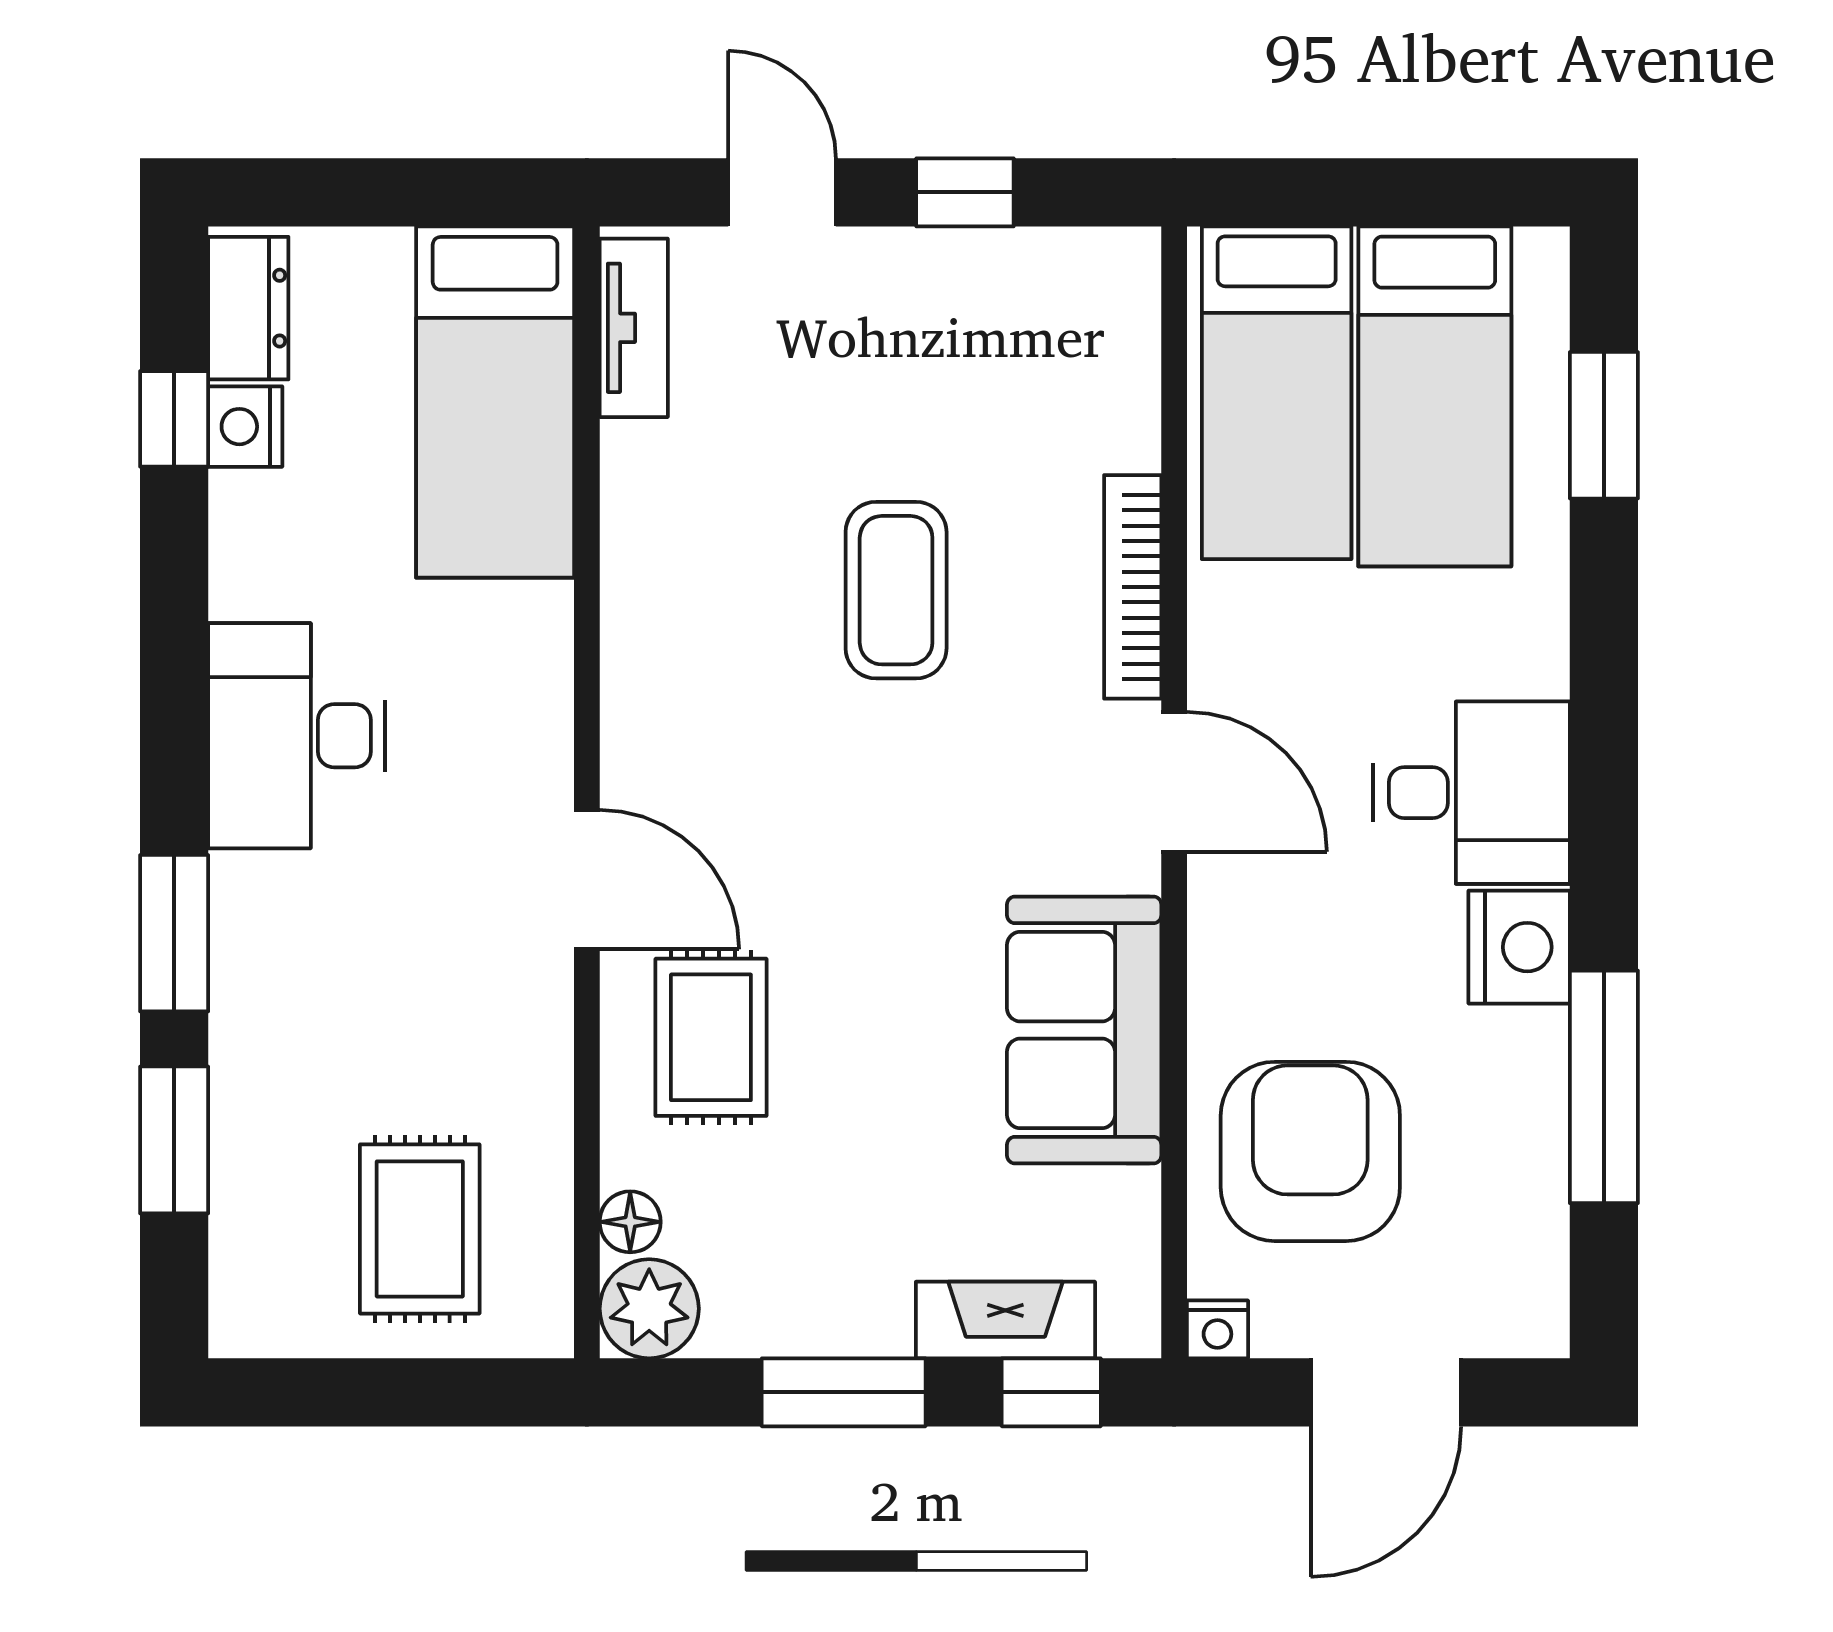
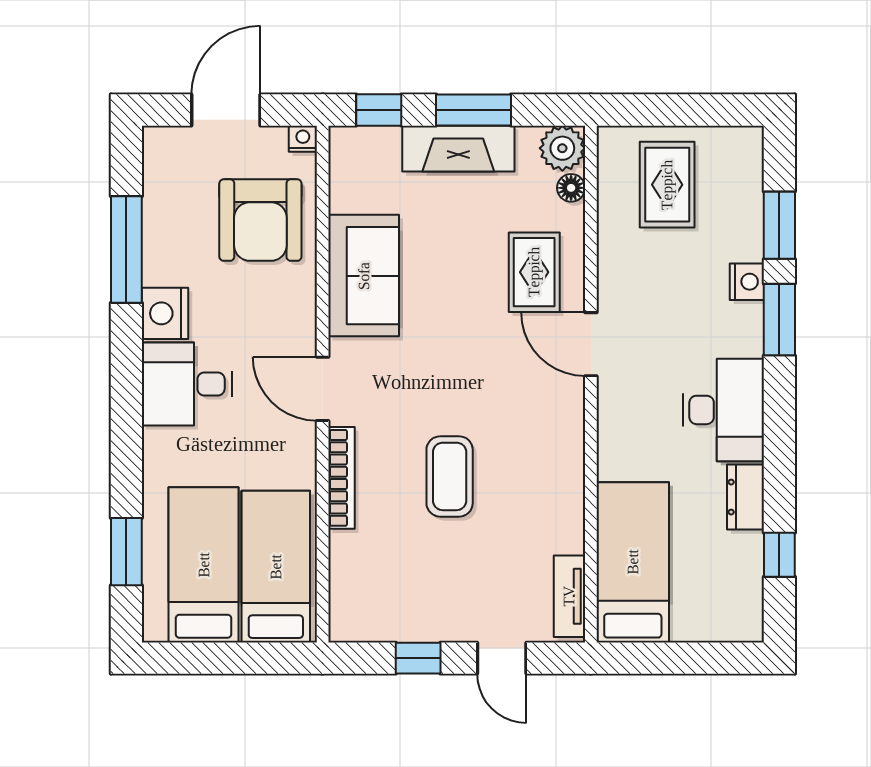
dresser: (248, 308) -> (745, 497), moved
nightstand: (245, 427) -> (747, 282), moved
fireplace: (1005, 1320) -> (458, 149), moved, width x1.37, depth x1.32

